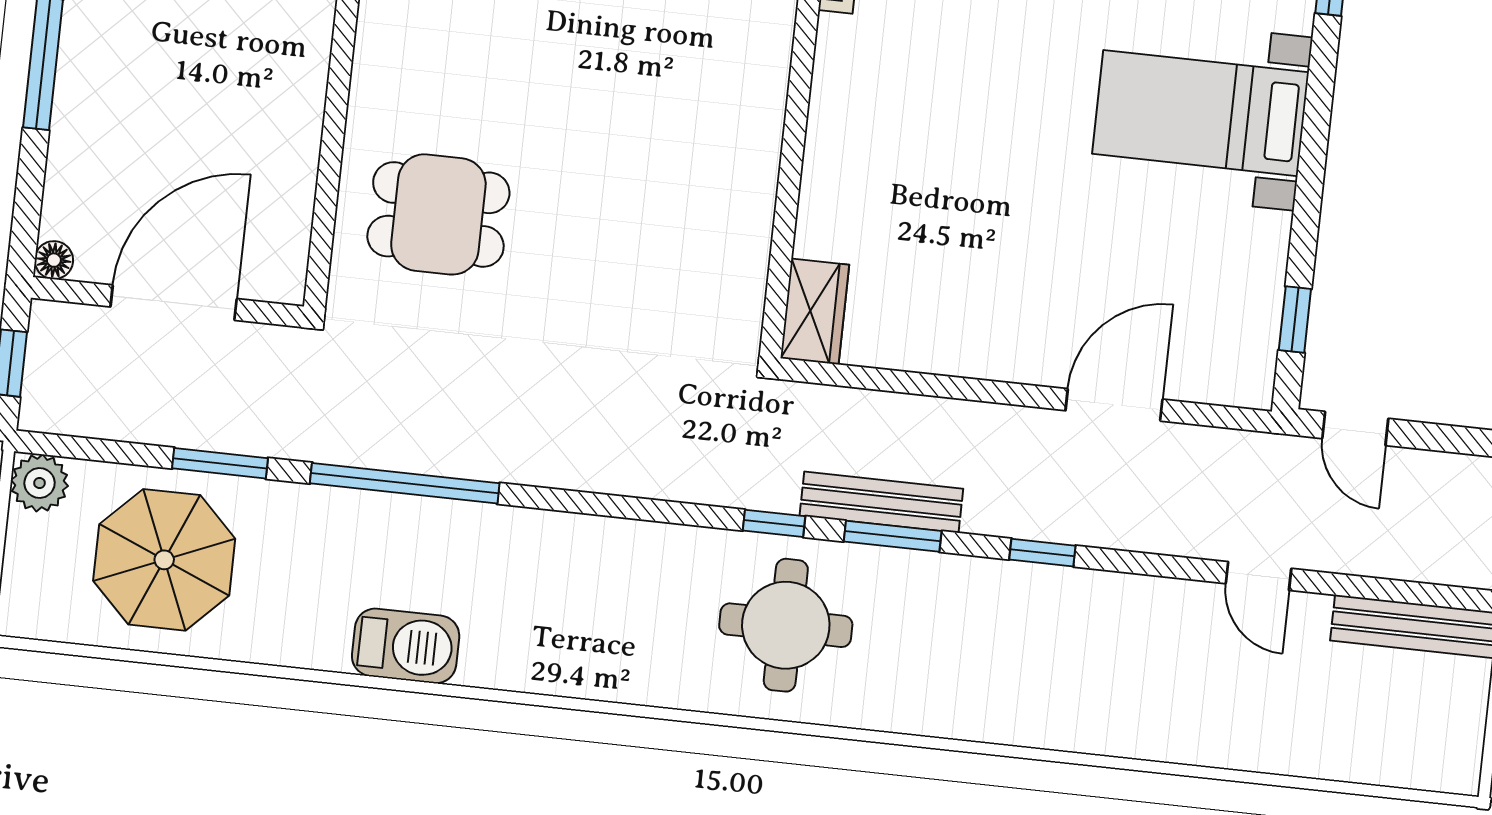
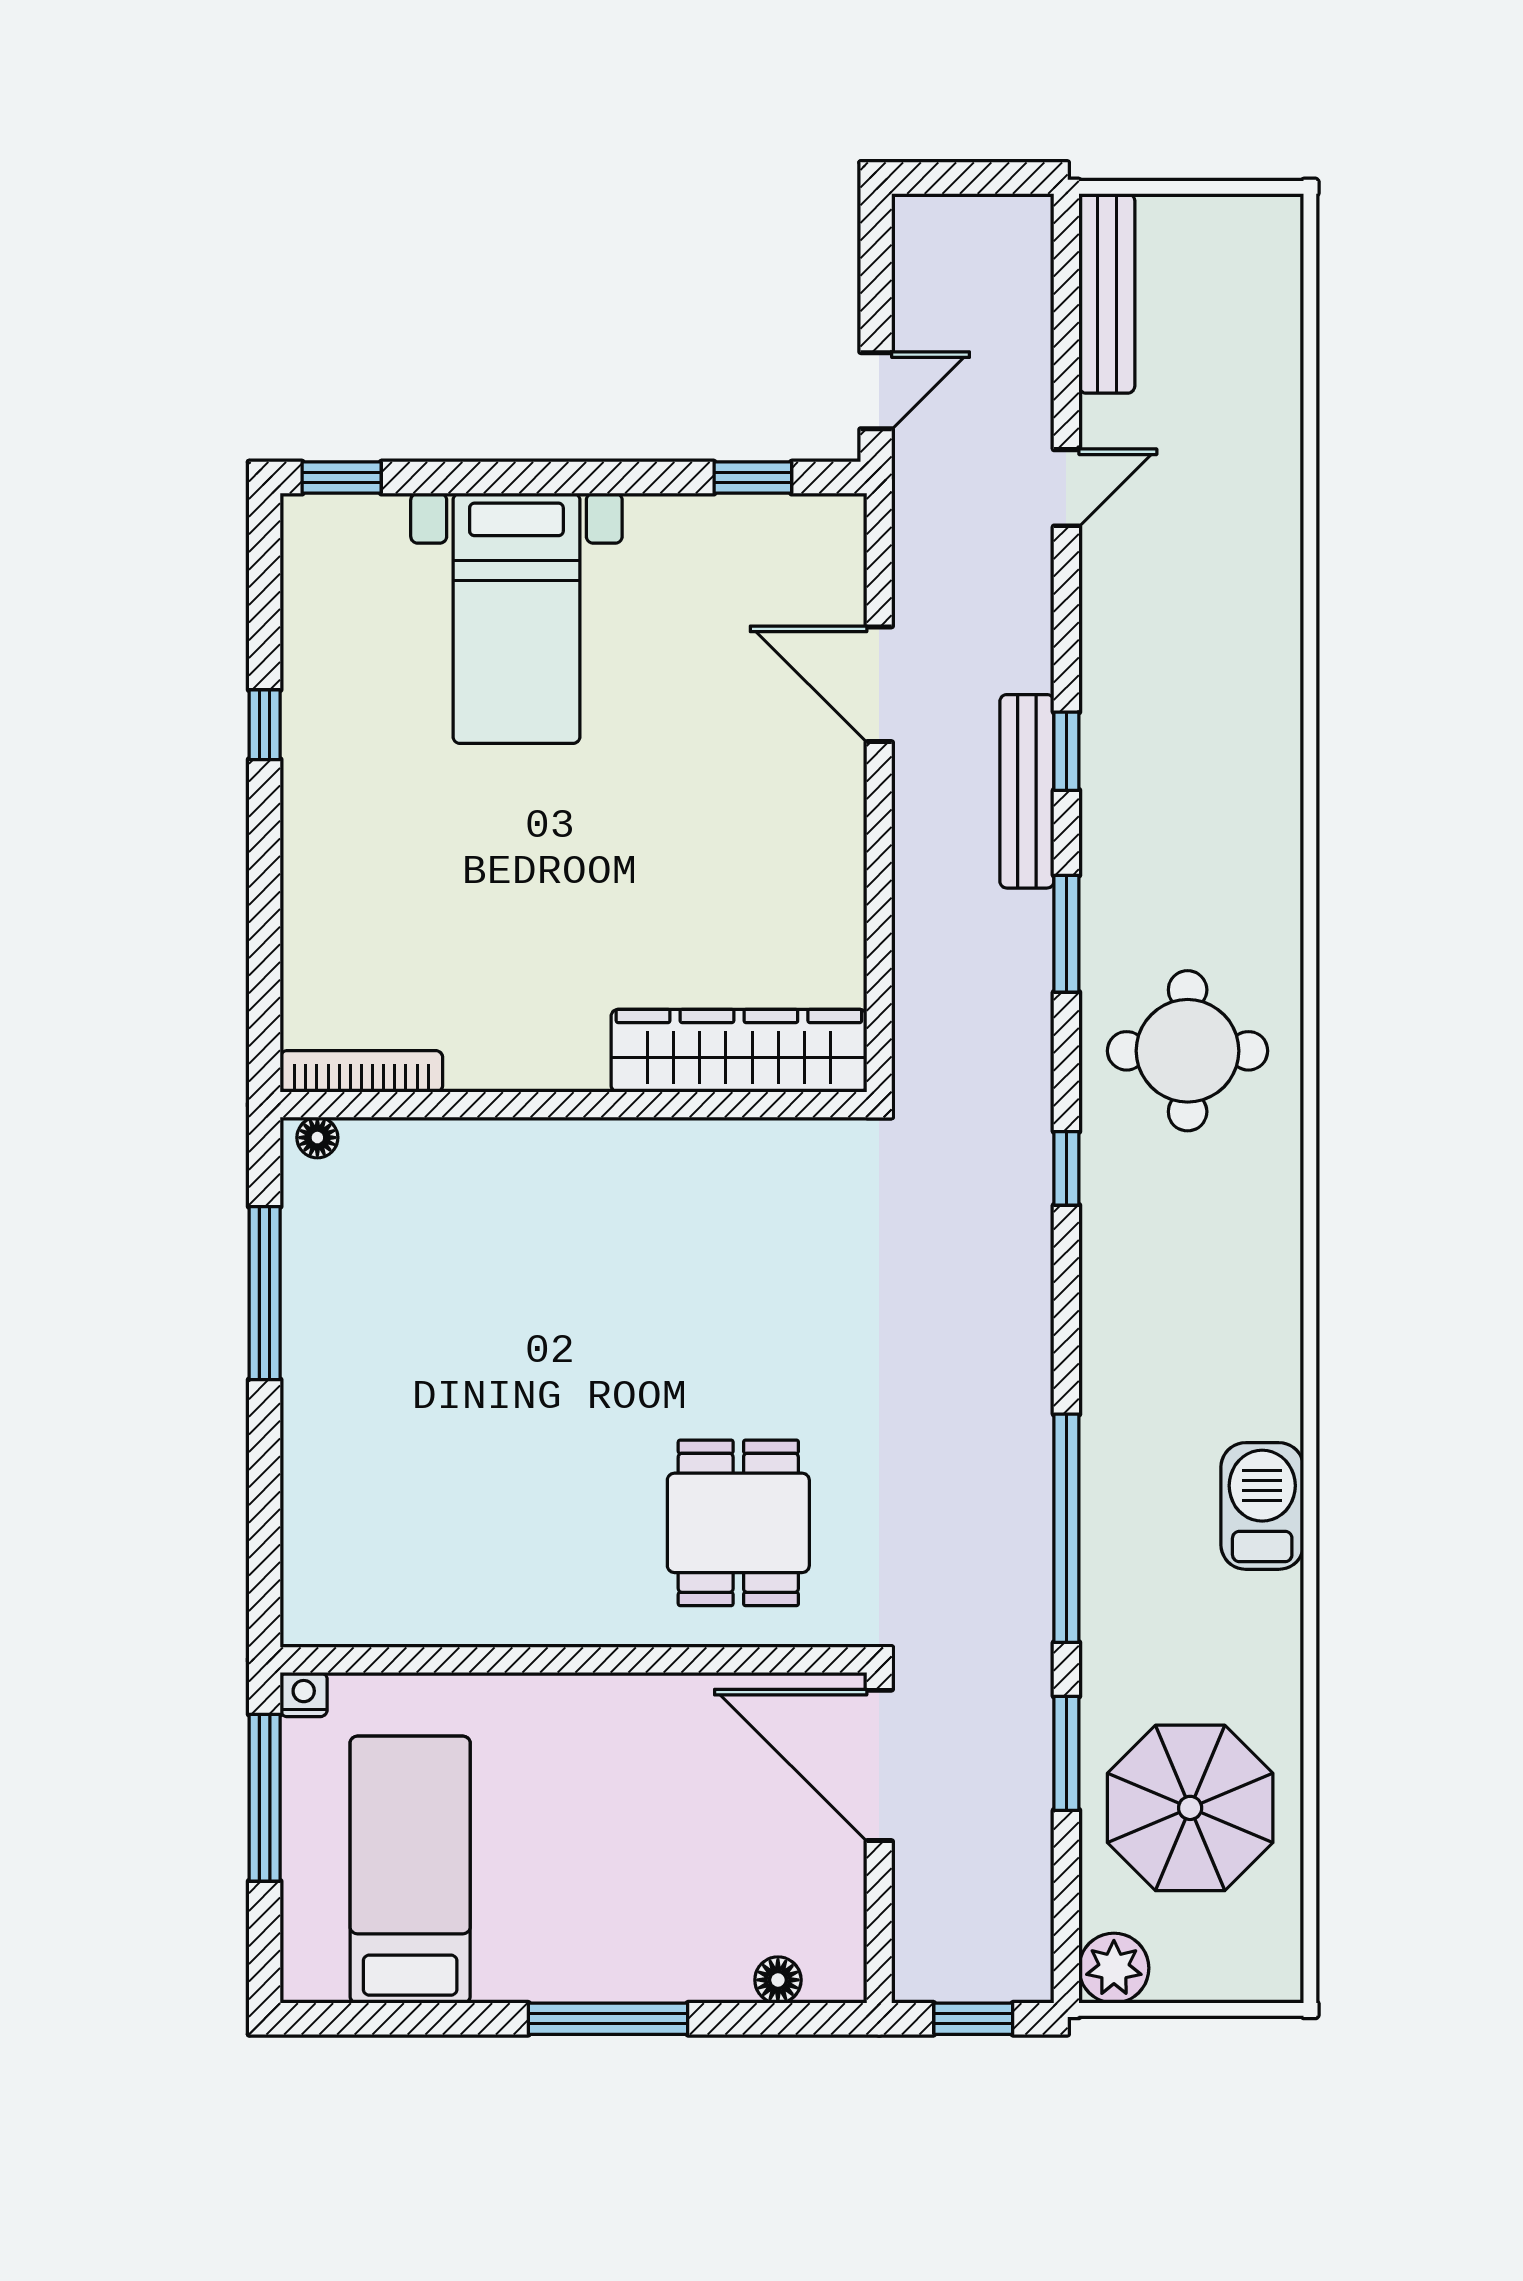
floor lamp: (54, 260) -> (778, 1980), moved
door: (174, 303) -> (879, 1765), moved
wardrobe: (815, 311) -> (739, 1051), width x2.10, depth x1.17
bench: (881, 502) -> (1027, 791), moved
window: (774, 523) -> (1066, 1168), moved

